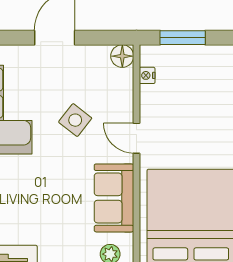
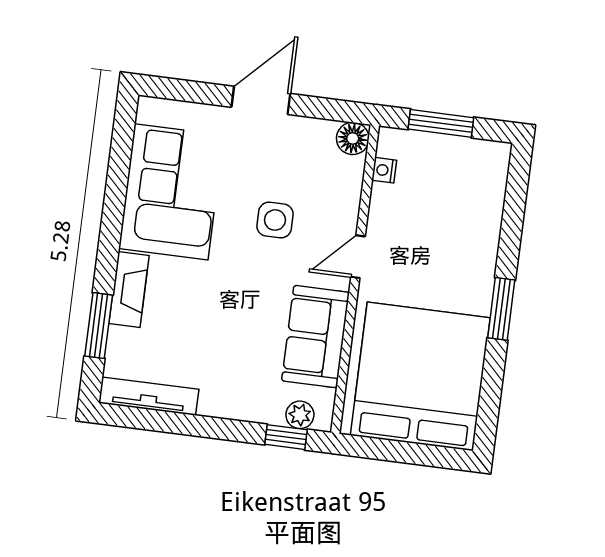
side table: (75, 120) -> (275, 220), turned -38
door: (136, 138) -> (358, 257), hinge flipped

